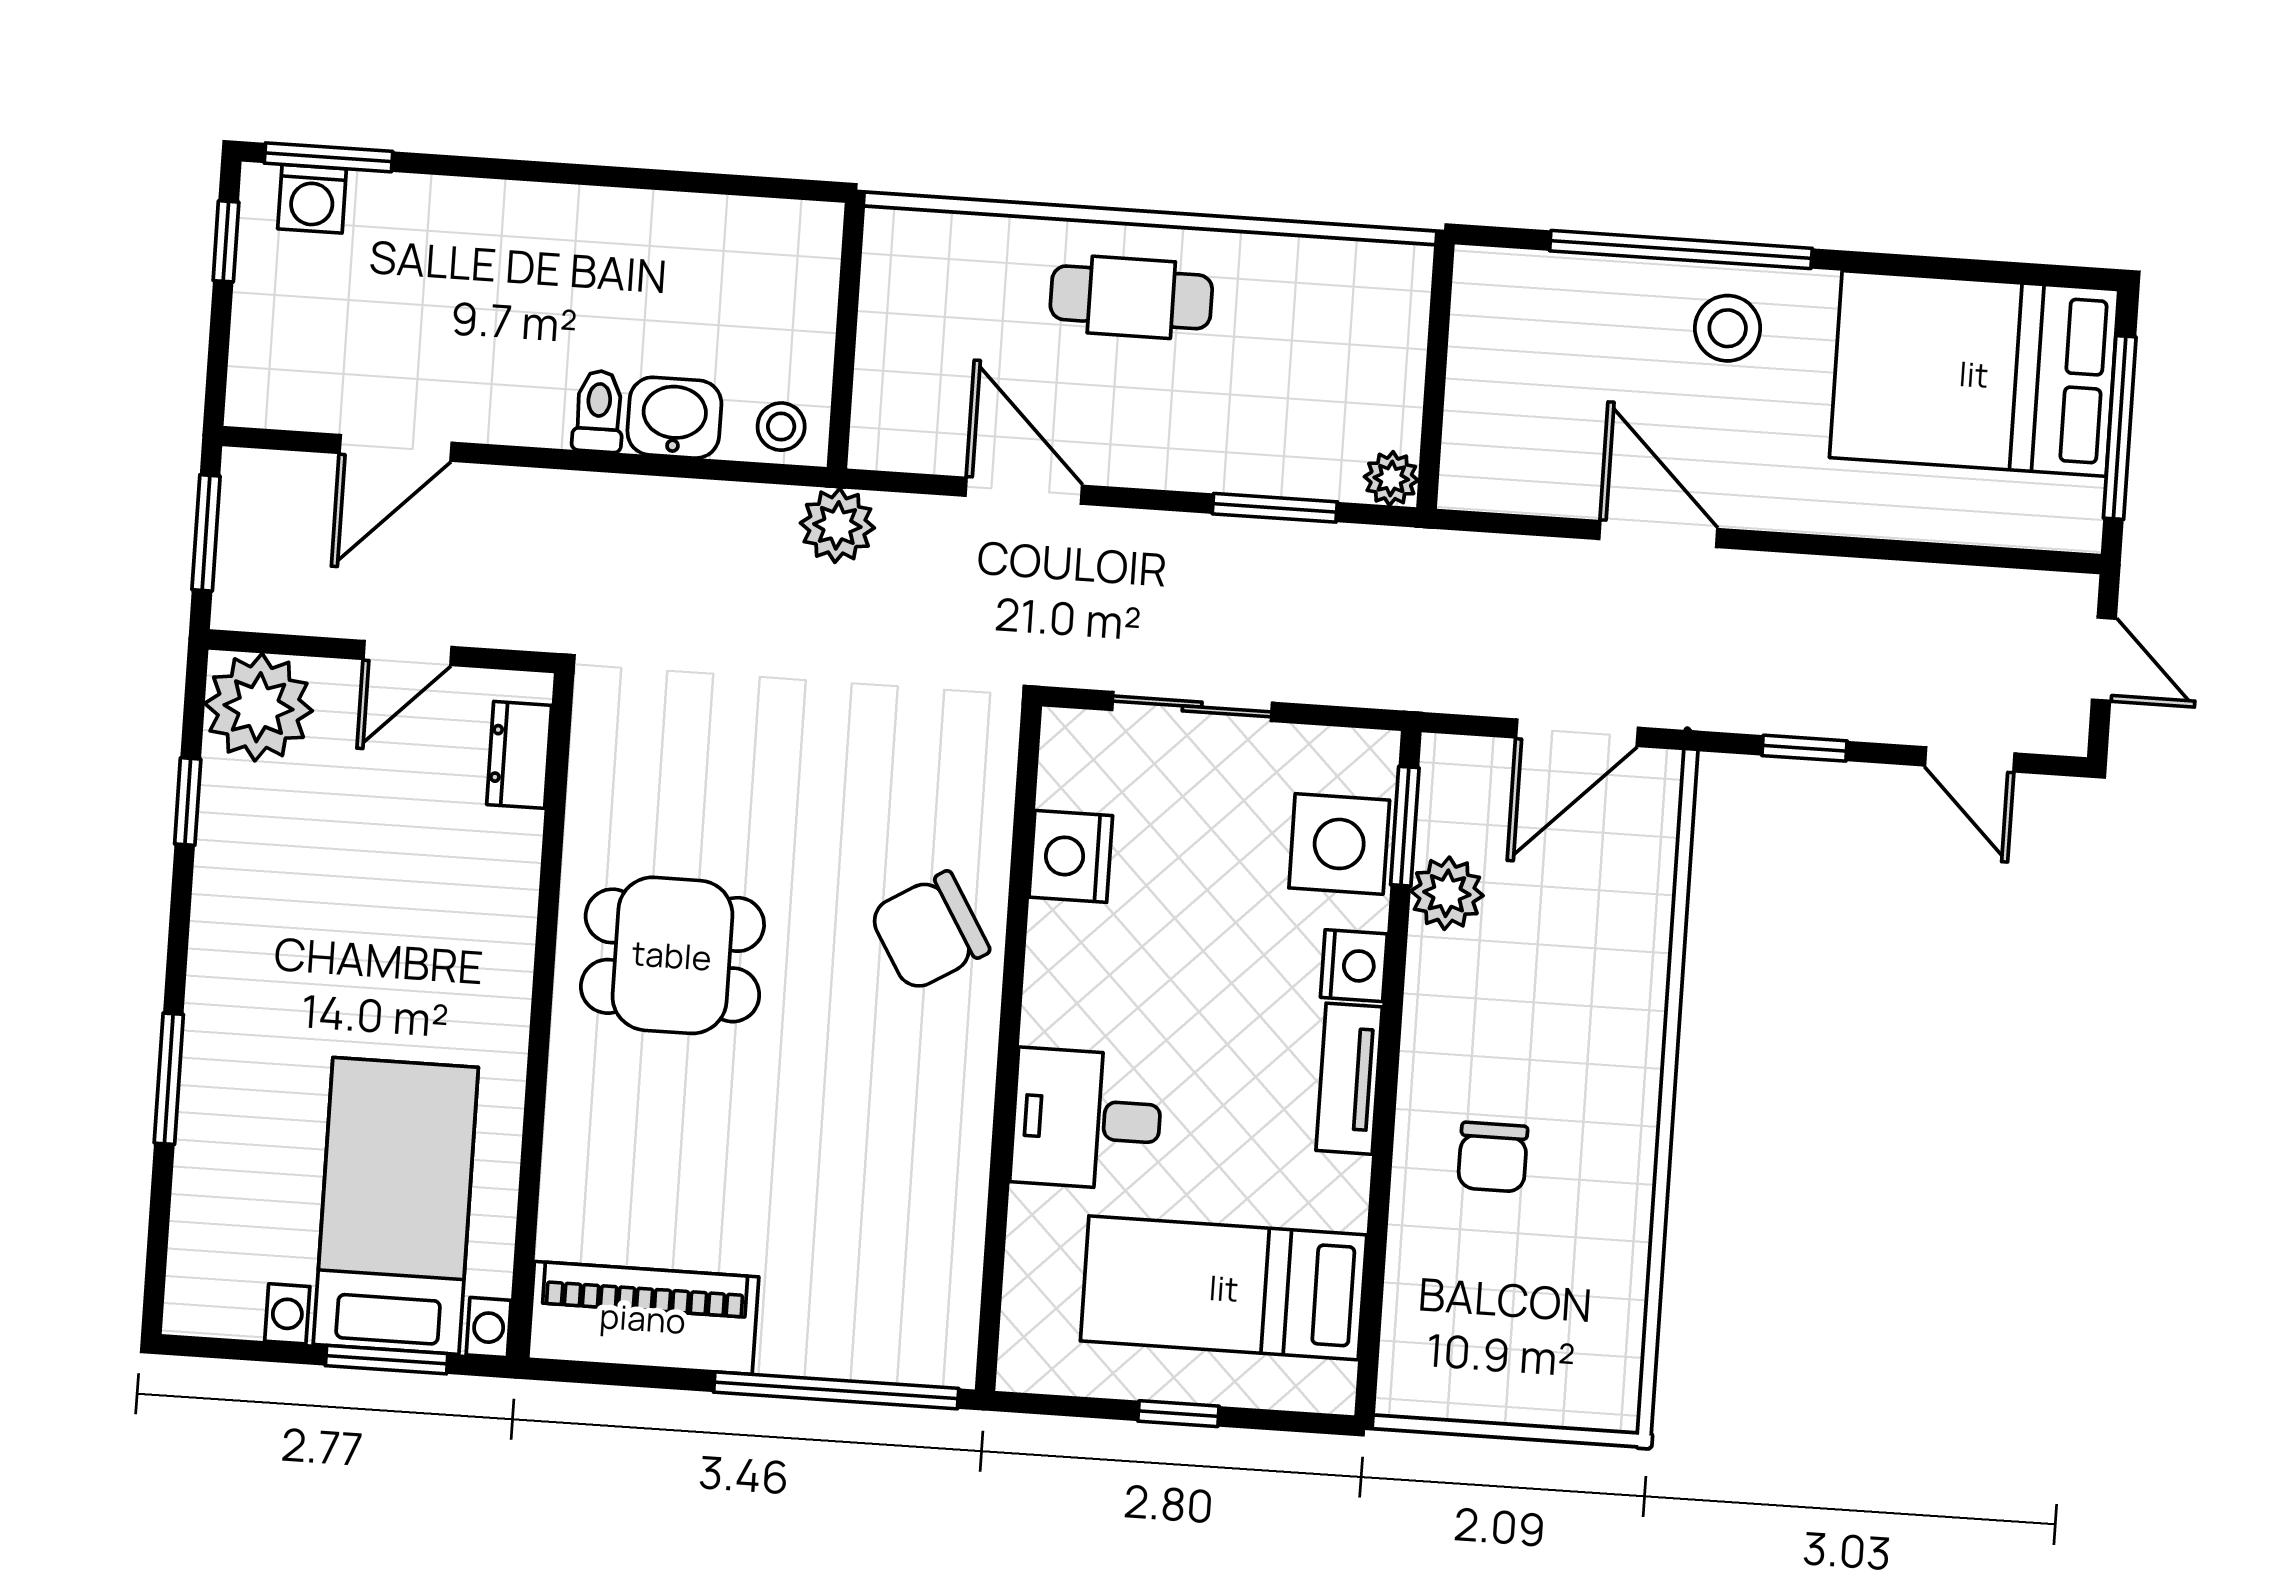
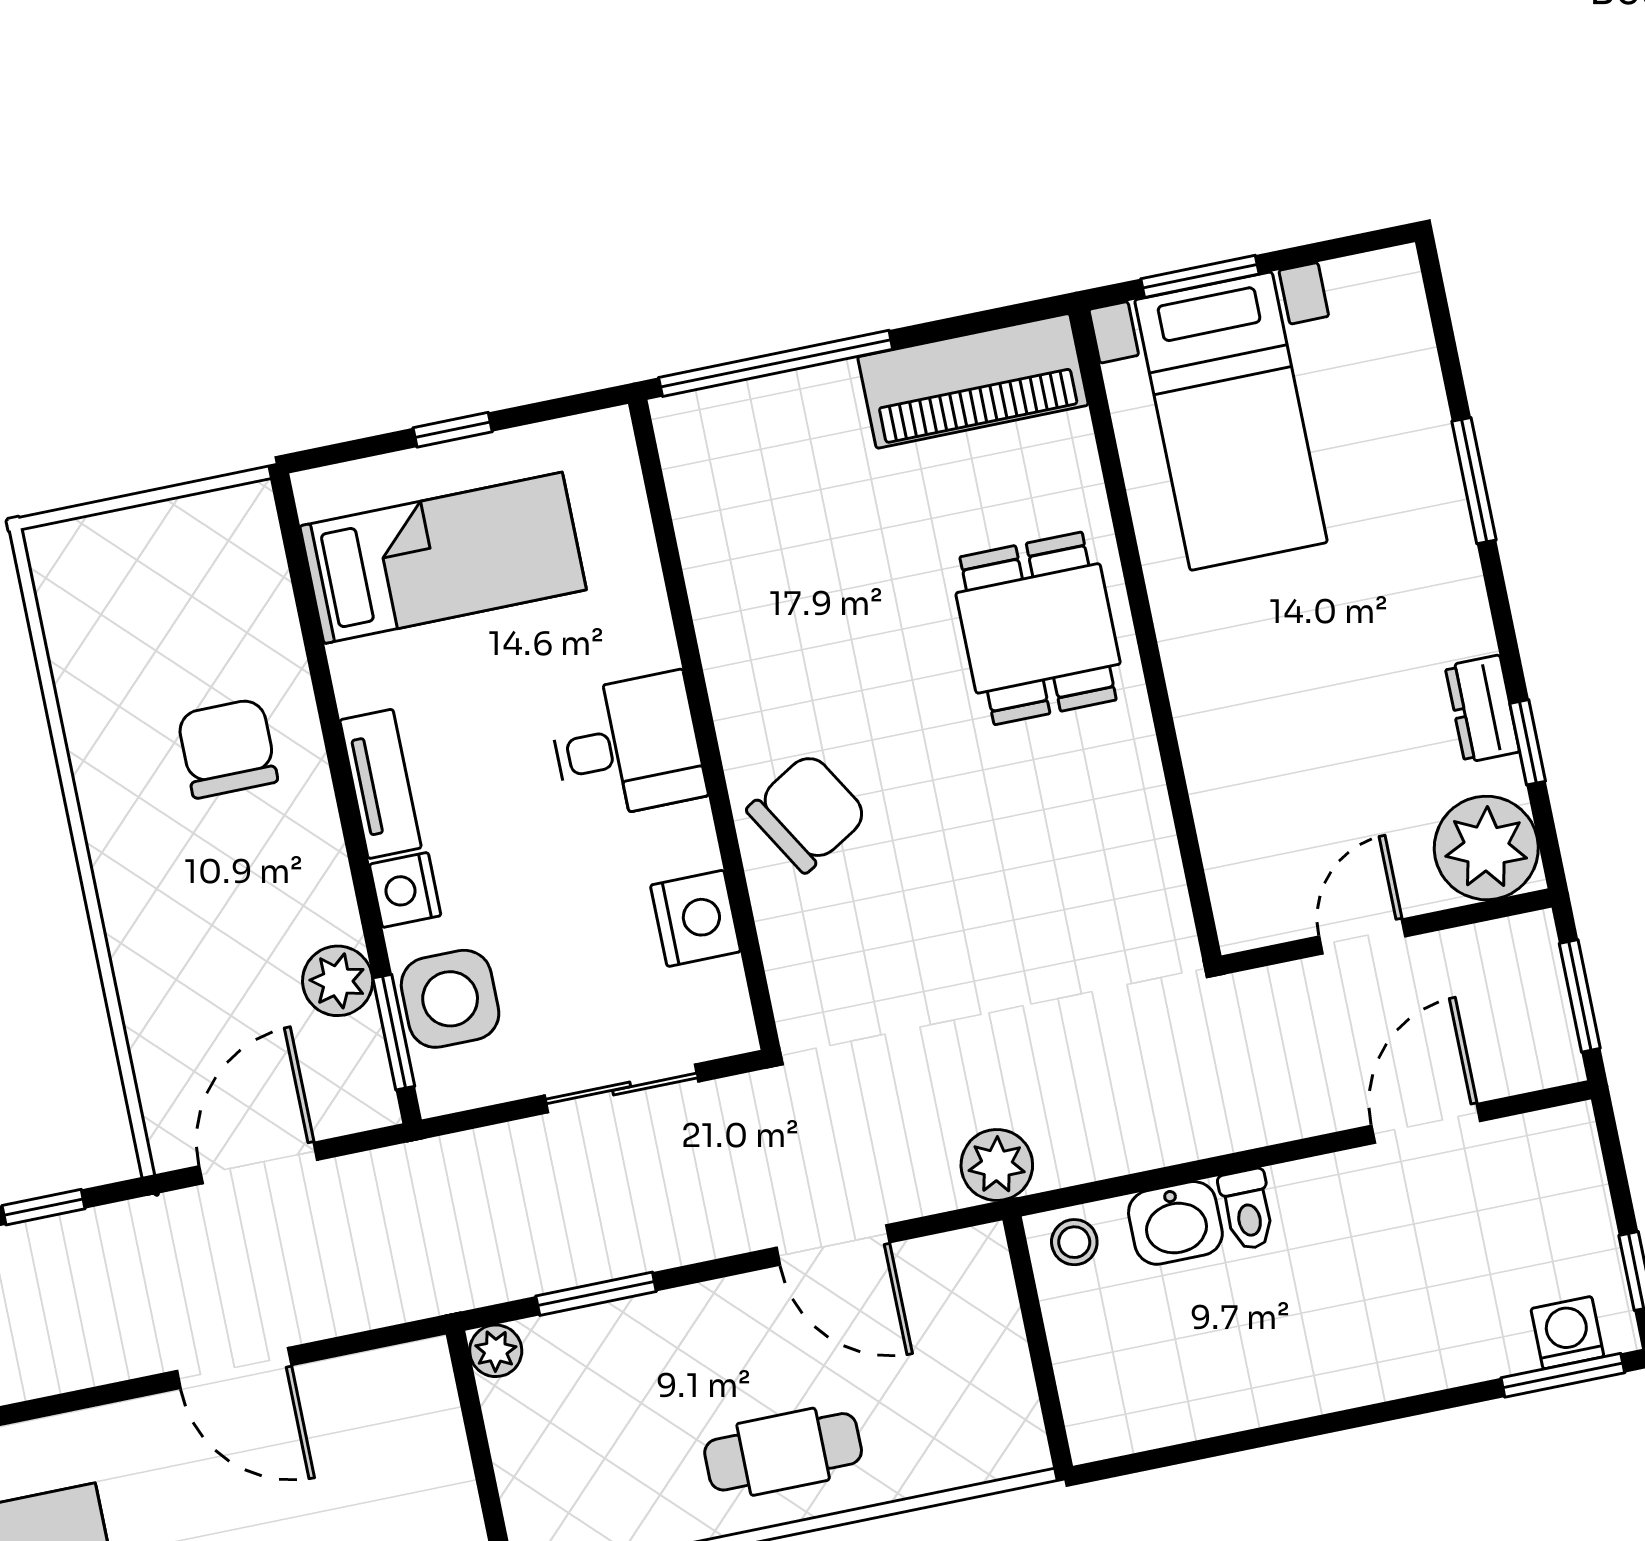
dresser: (519, 755) -> (1482, 709), moved, turned 180
dining table: (672, 955) -> (1038, 628), moved, turned 90
desk: (1087, 1119) -> (627, 746), moved
chair: (1493, 1157) -> (227, 748), width x1.37, depth x1.37

